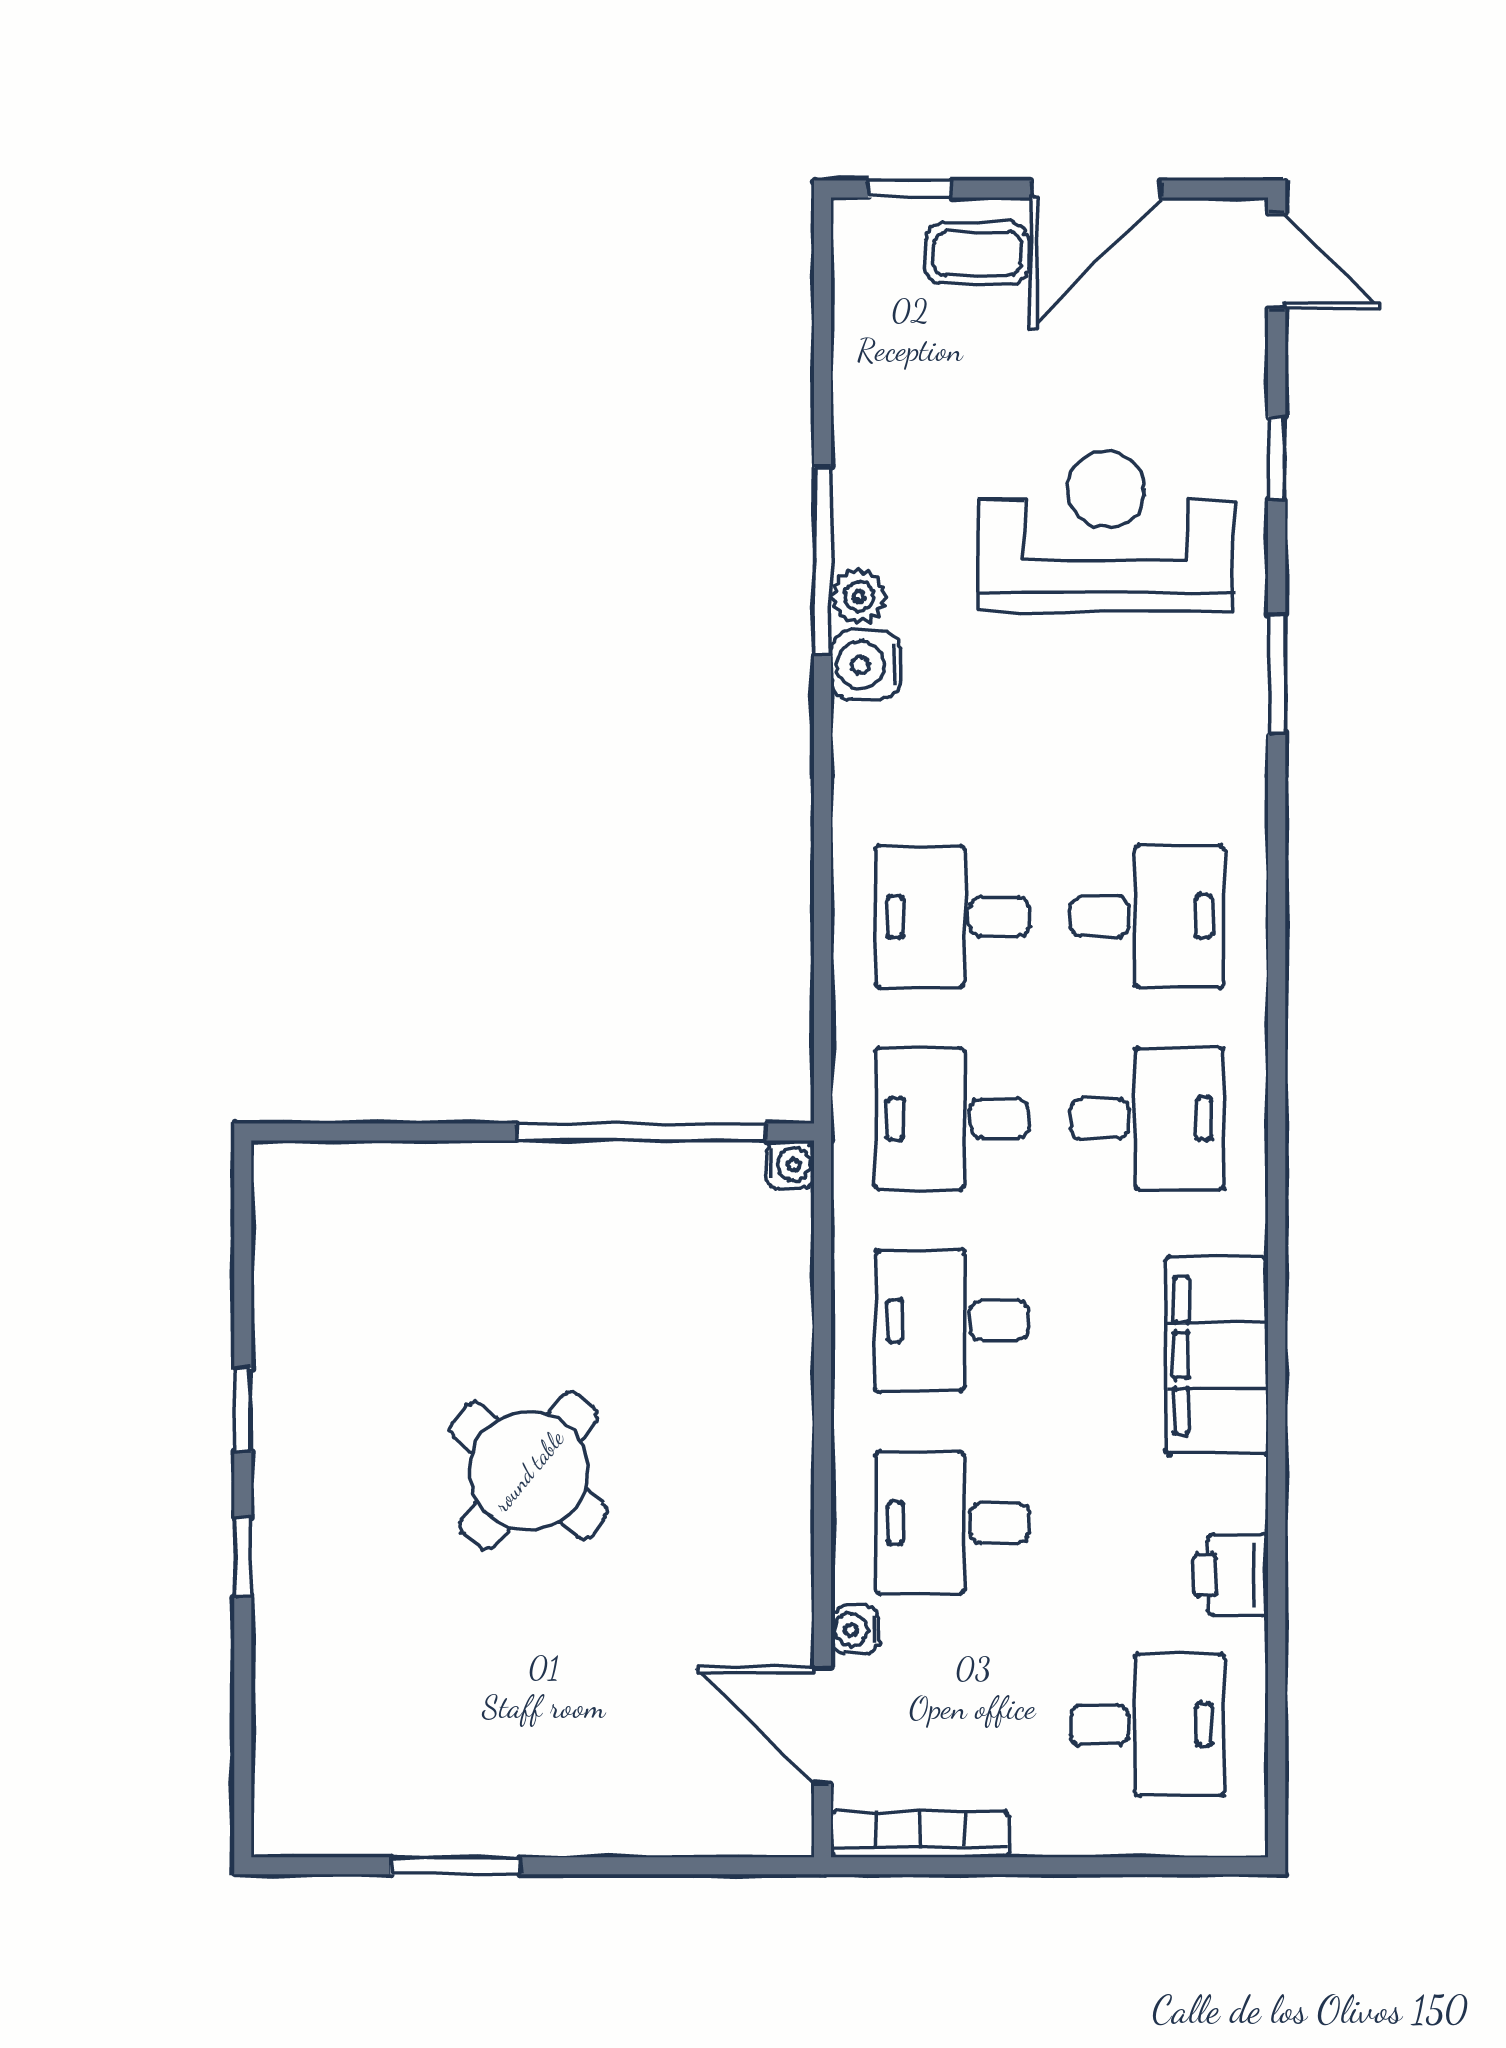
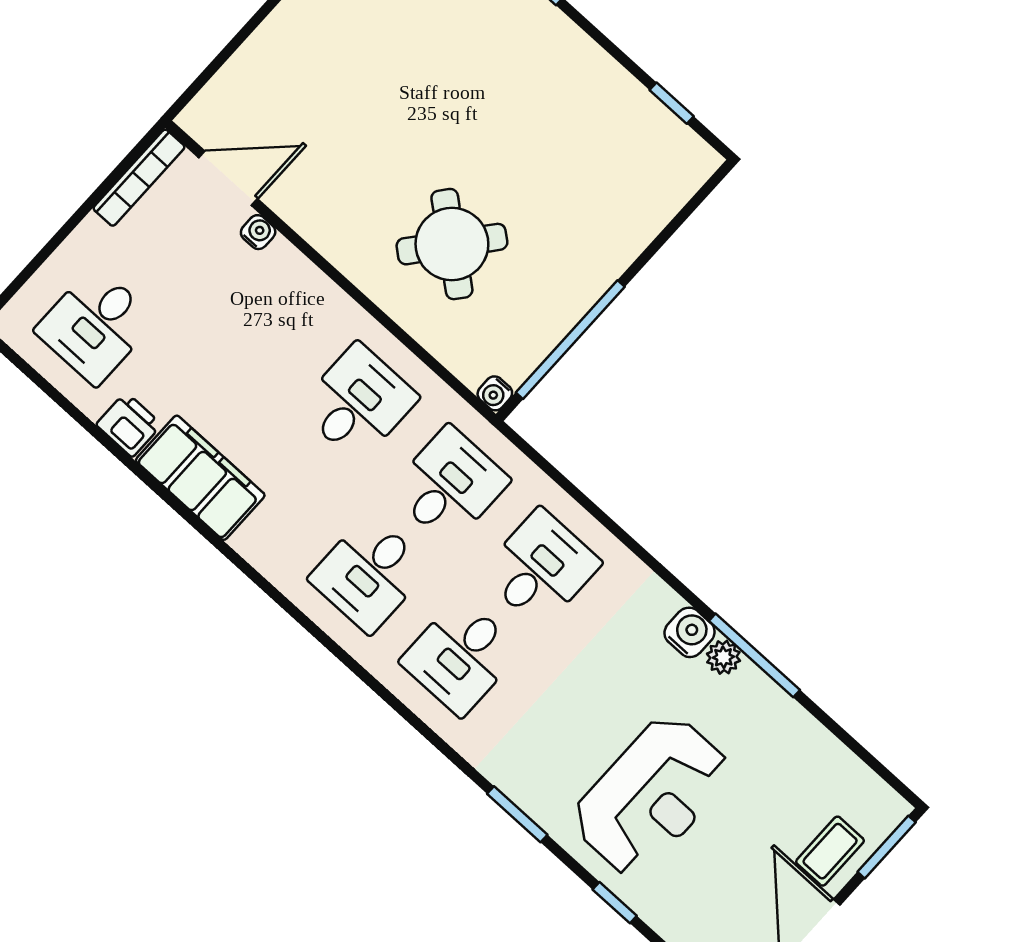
window: (910, 189) -> (887, 847), width x1.50
filing cabinet: (1217, 1355) -> (200, 478), moved
window: (243, 1410) -> (672, 103), moved
round table: (529, 1471) -> (452, 244), moved
desk: (952, 1523) -> (267, 320), removed

